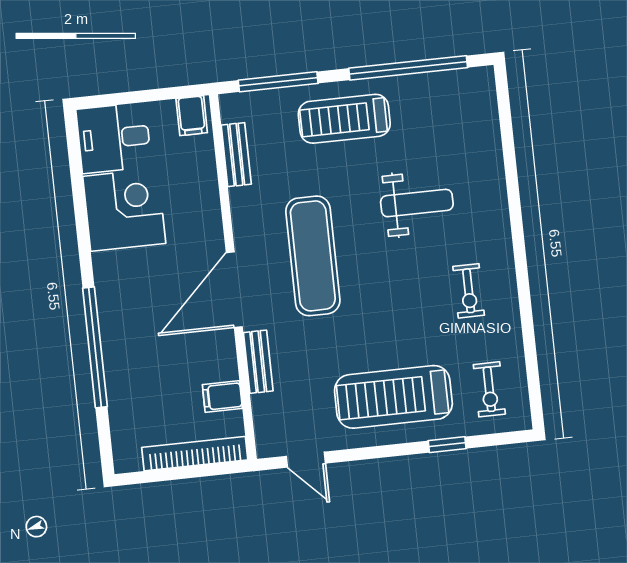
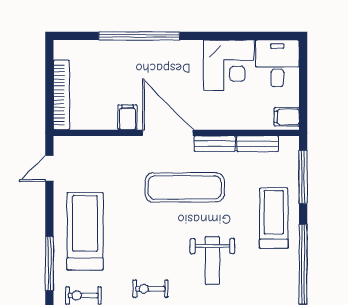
bench: (258, 362) -> (215, 144), moved
filing cabinet: (222, 396) -> (127, 117), moved
window: (447, 445) -> (49, 264), width x2.17

